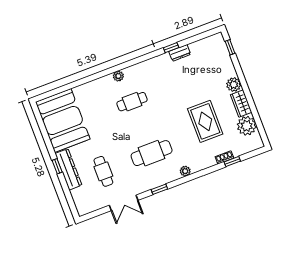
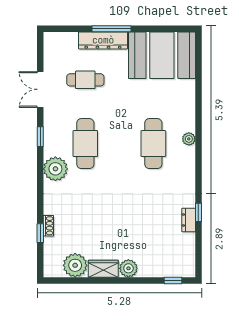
cafe table: (132, 102) -> (153, 144), width x1.37, depth x1.35
rug: (205, 121) -> (98, 219), removed
window: (57, 166) -> (111, 29), width x2.17
plant: (185, 171) -> (55, 169), width x1.87, depth x1.87

